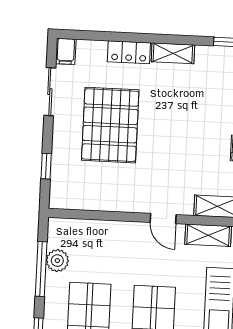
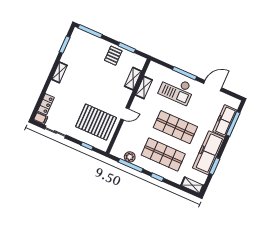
locker: (129, 52) -> (46, 104), moved
pallet: (110, 125) -> (96, 122), moved
door: (163, 218) -> (125, 114), moved

